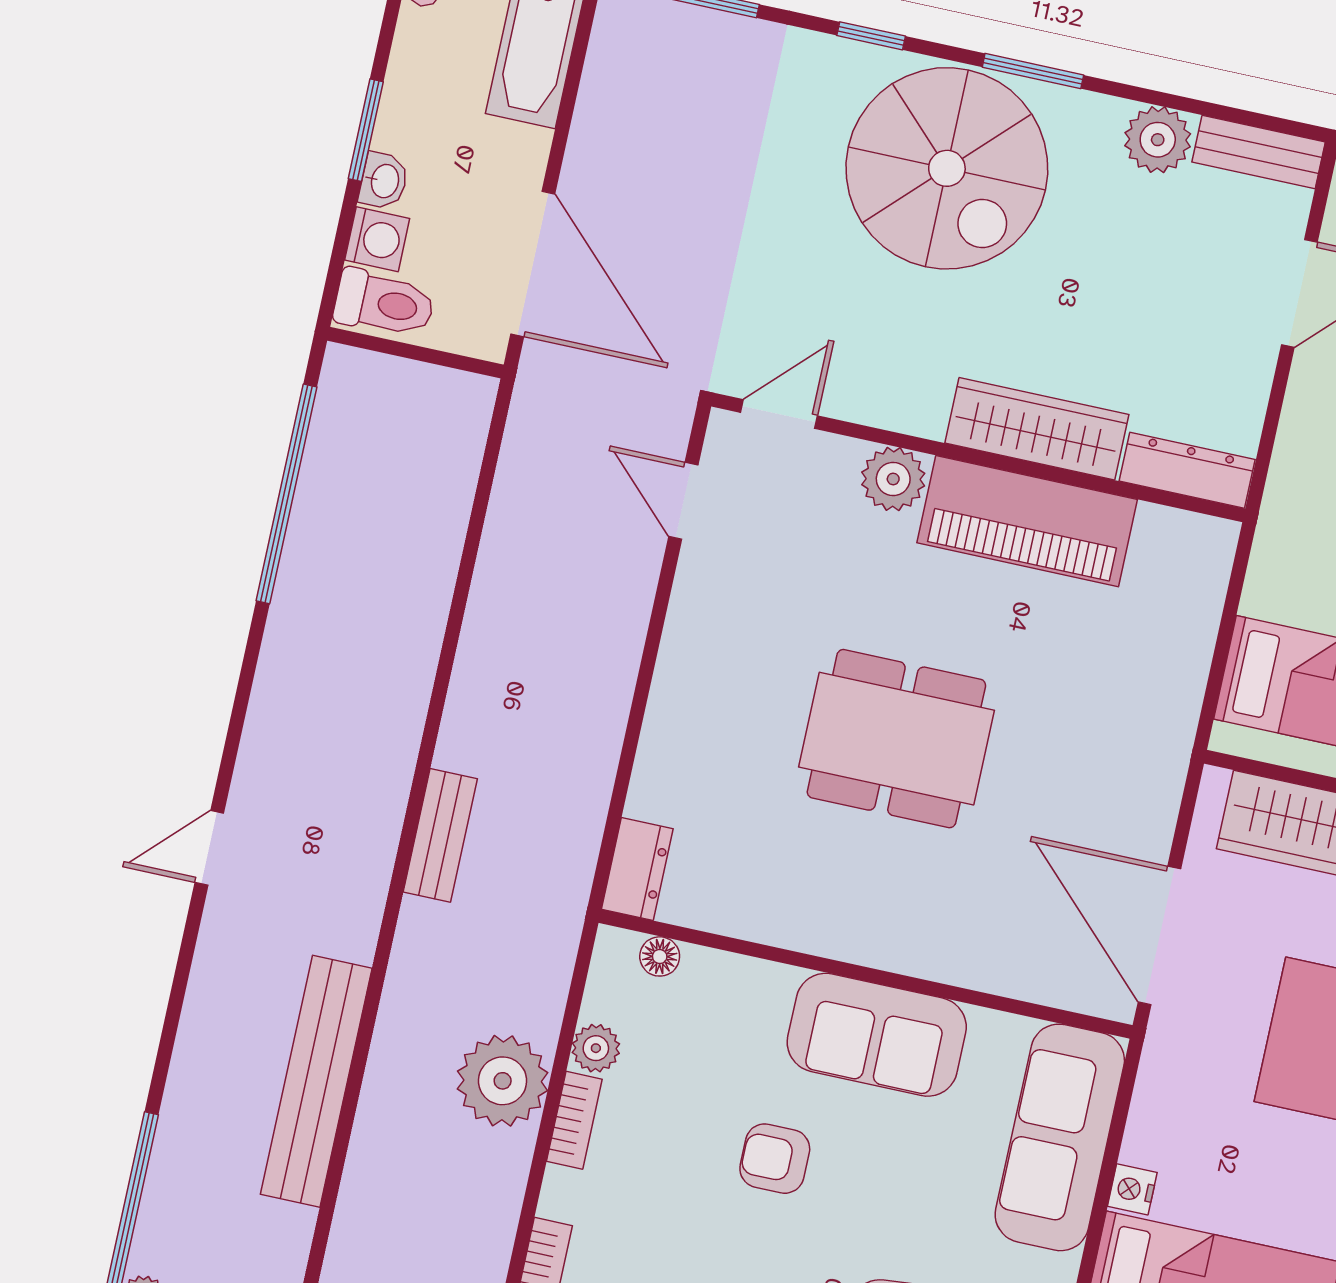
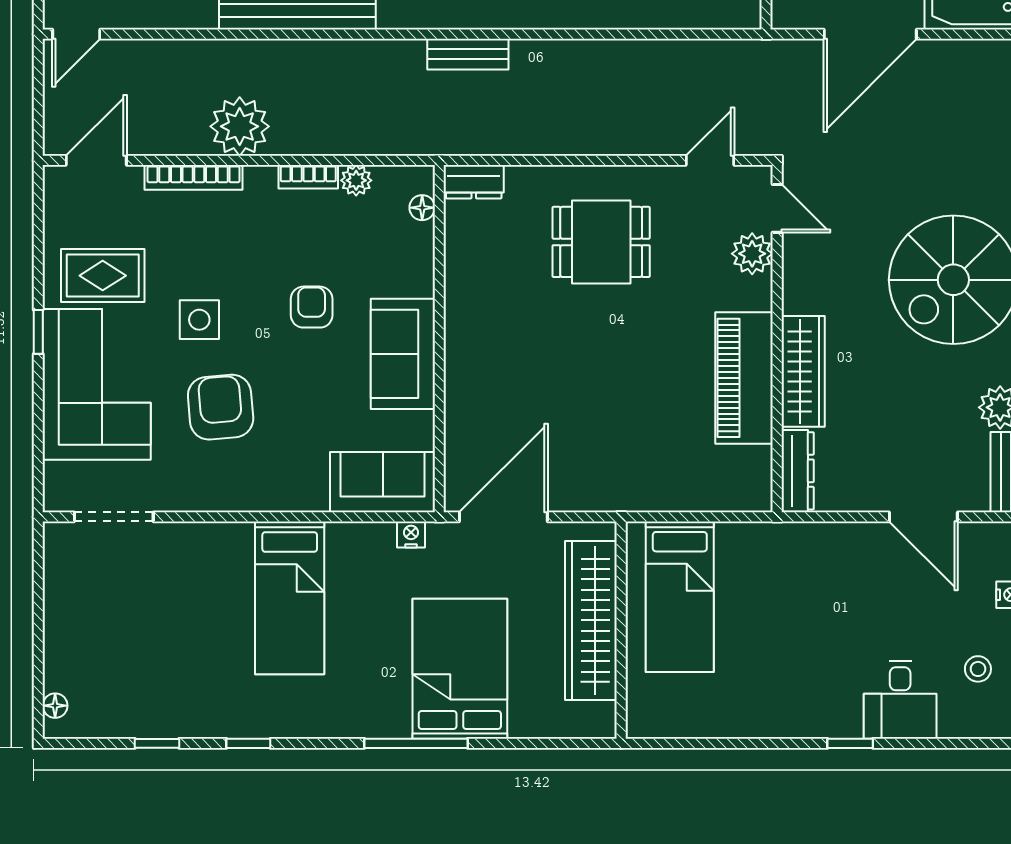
door: (533, 264) -> (870, 34), moved
plant: (893, 479) -> (752, 254), moved
dining table: (896, 739) -> (601, 242), moved, width x0.73
plant: (503, 1081) -> (240, 126), moved
sofa: (1060, 1137) -> (383, 482), width x0.73
nightstand: (1132, 1189) -> (411, 535), moved

